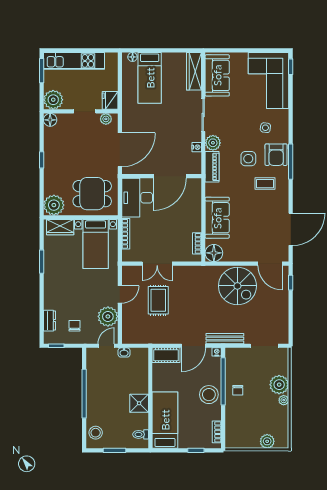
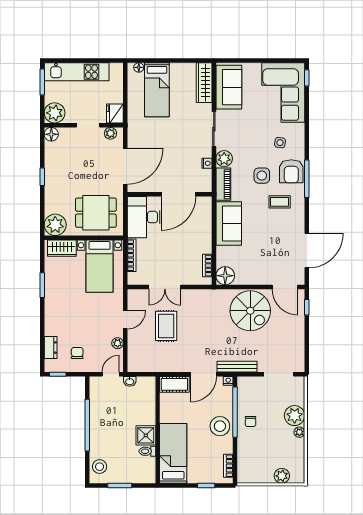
sofa: (217, 218) -> (229, 223), moved
plant: (108, 316) -> (118, 343), width x0.53, depth x0.53
toilet: (141, 434) -> (147, 451), moved

